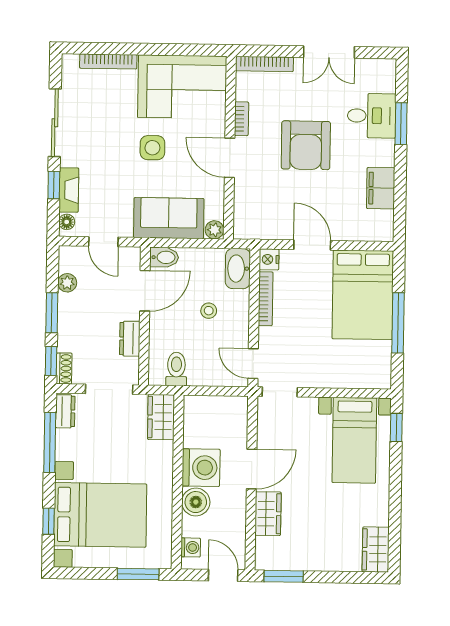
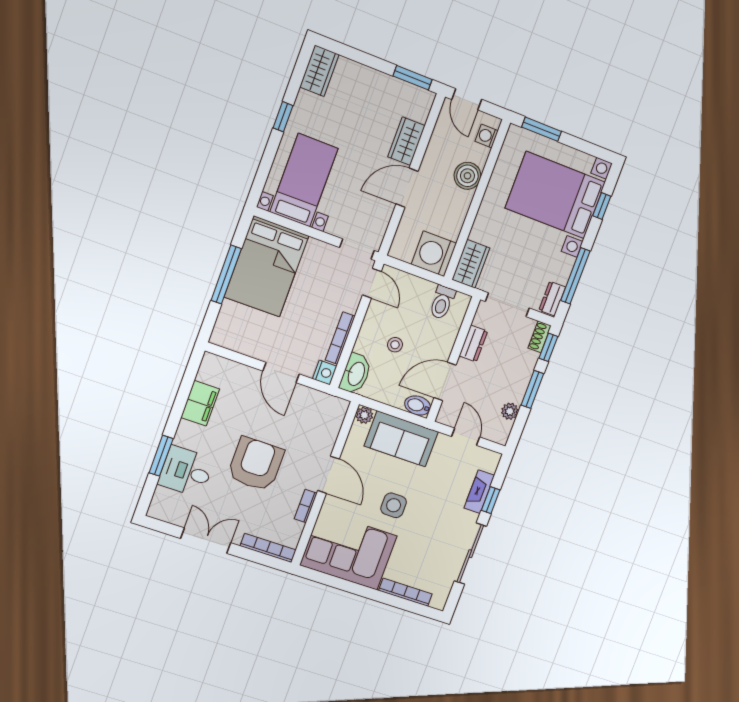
floor lamp: (67, 222) -> (491, 464), removed
bed: (363, 295) -> (266, 266), moved, turned 180
window: (396, 427) -> (283, 117), moved
washing machine: (201, 468) -> (434, 254), moved

